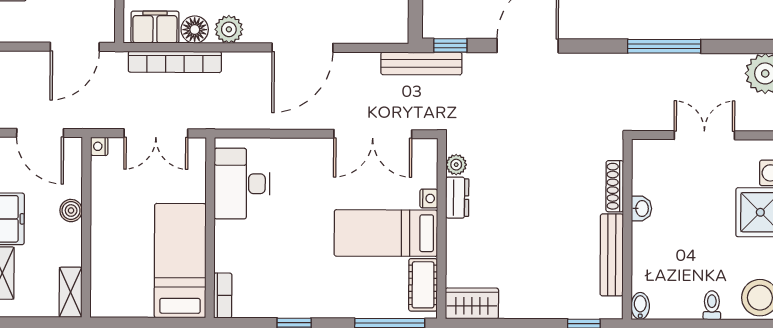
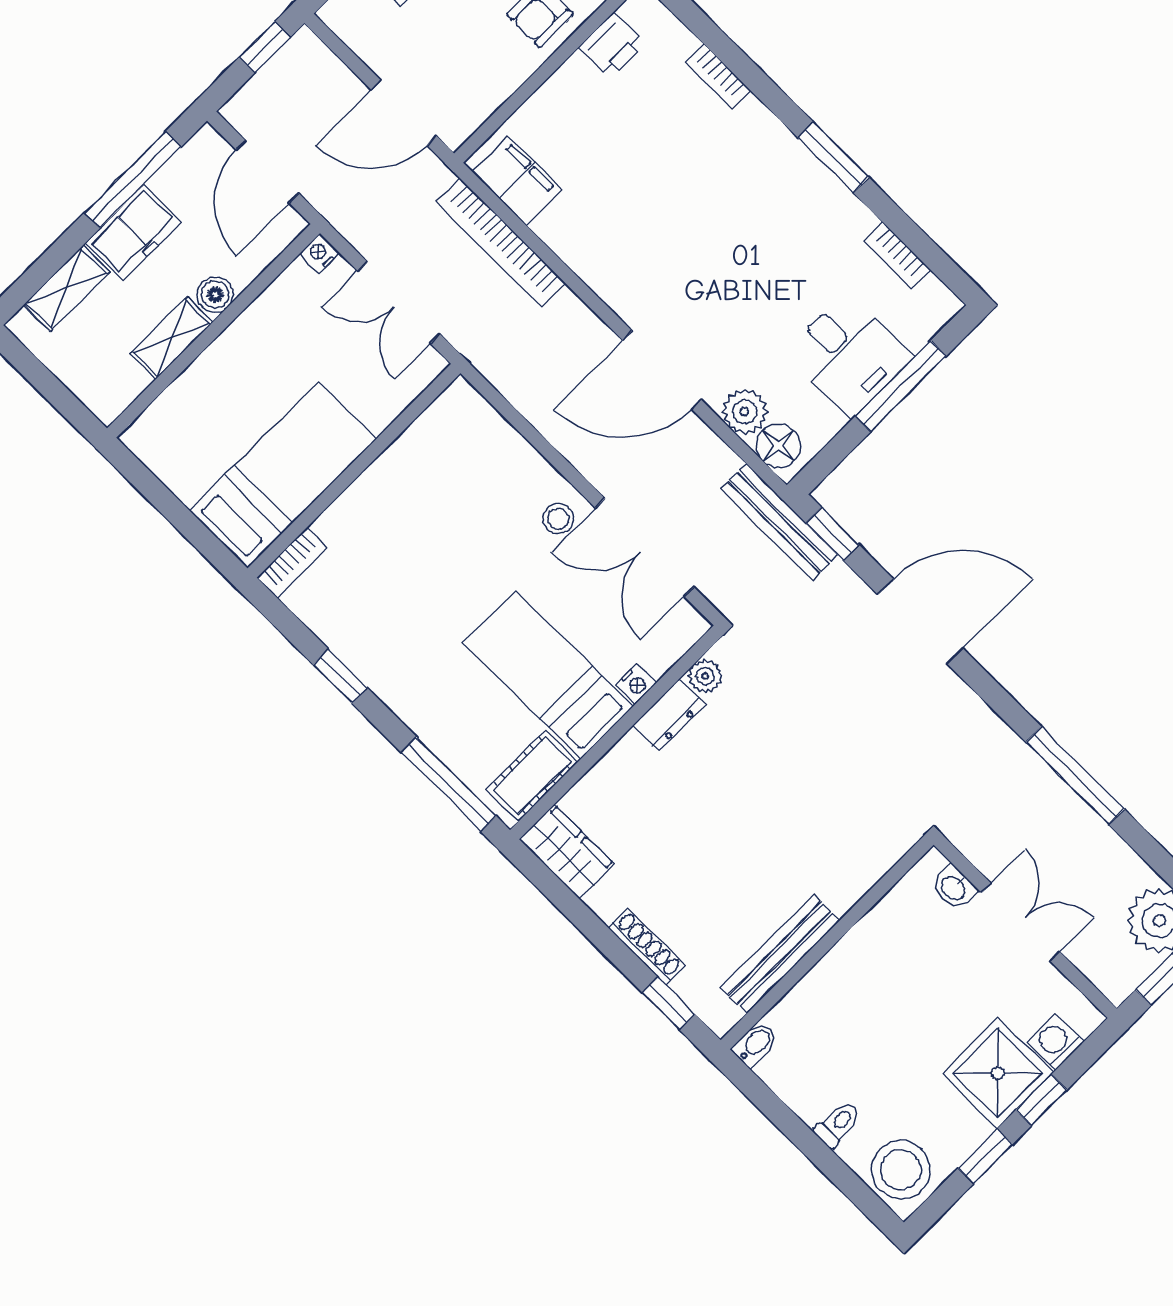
plant: (229, 29) -> (745, 412), moved
floor lamp: (195, 30) -> (778, 446), moved
stool: (322, 159) -> (558, 519), added
desk: (242, 184) -> (440, 457), removed
shoe rack: (615, 186) -> (647, 947), moved, turned 90
washbasin: (641, 209) -> (954, 888), moved, turned 90
shelving: (71, 292) -> (171, 338), moved

